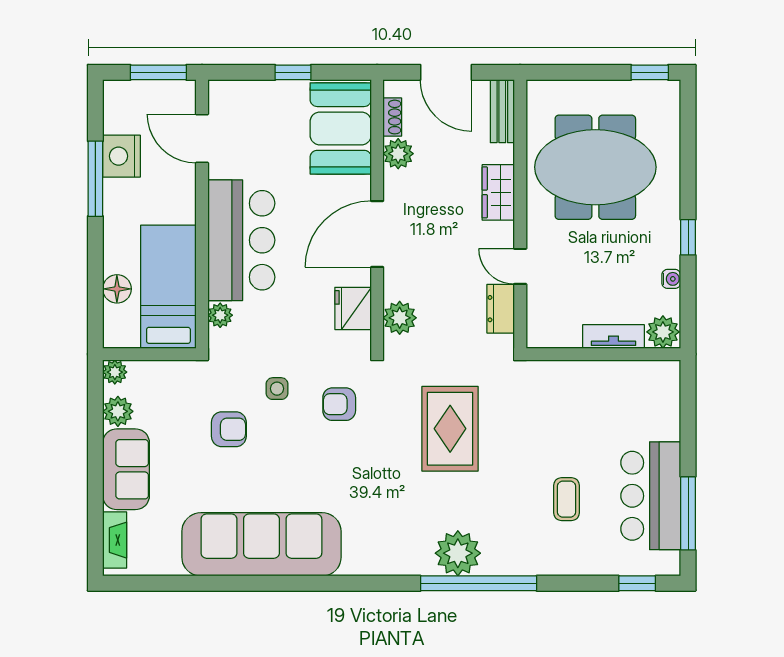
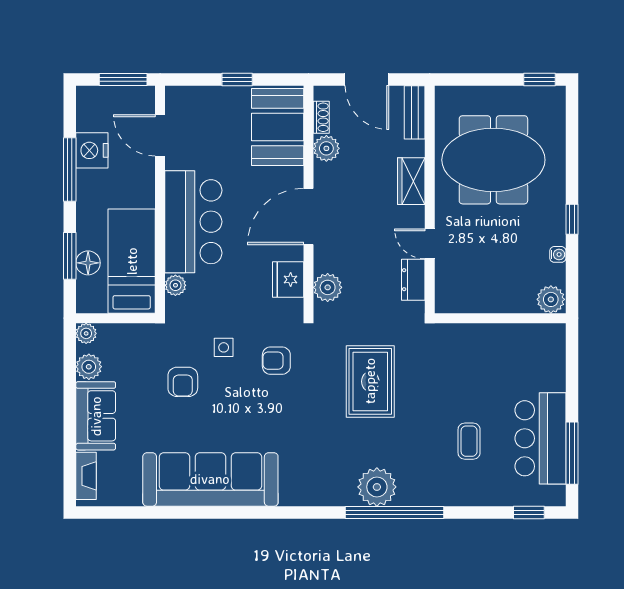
window: (95, 281) -> (70, 256), added
tv unit: (613, 336) -> (509, 303), removed
armchair: (229, 429) -> (183, 382), turned 90

